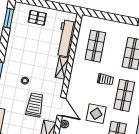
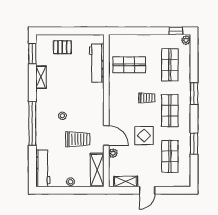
shop shelf: (95, 46) -> (129, 65), turned 90
shelving: (62, 68) -> (41, 77), moved
trolley: (35, 105) -> (78, 139), turned 90

